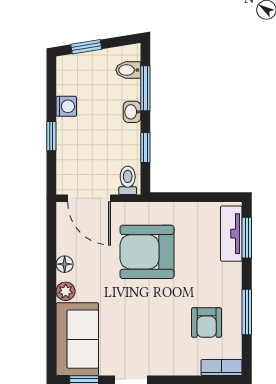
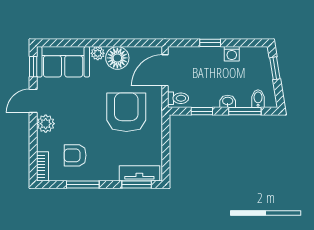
floor lamp: (65, 264) -> (117, 58), width x1.89, depth x1.89
plant: (163, 363) -> (46, 124), added

